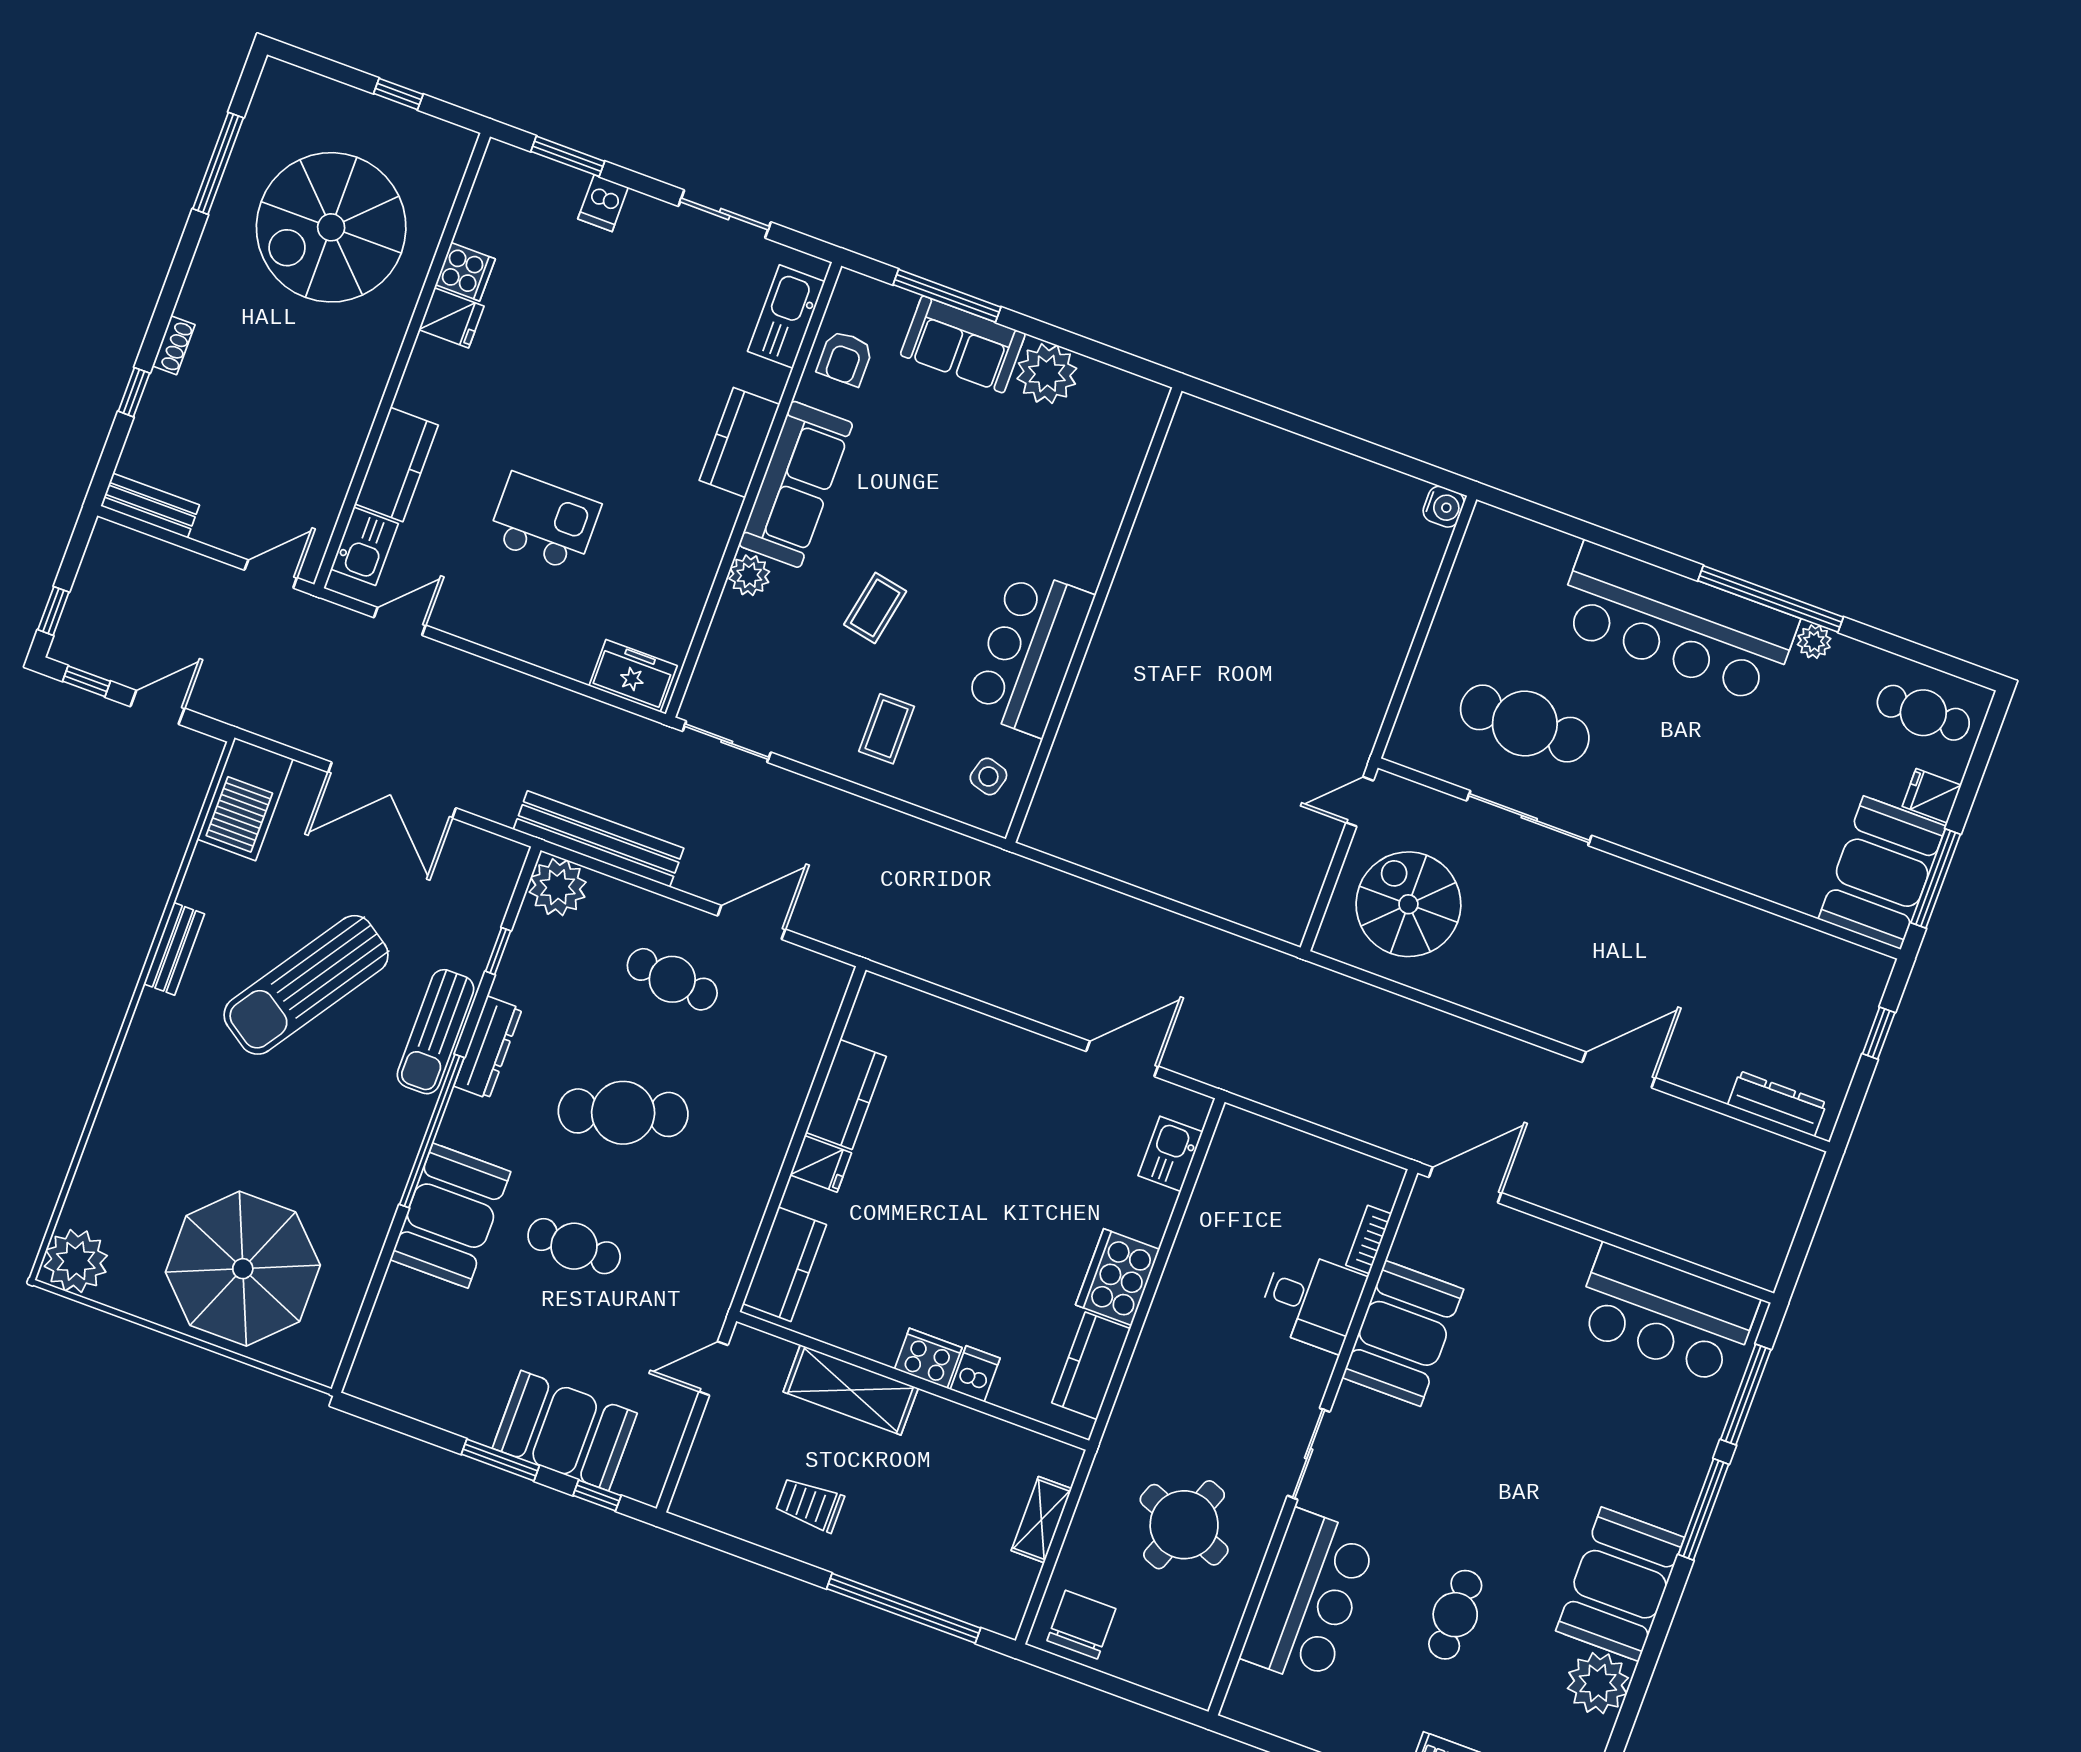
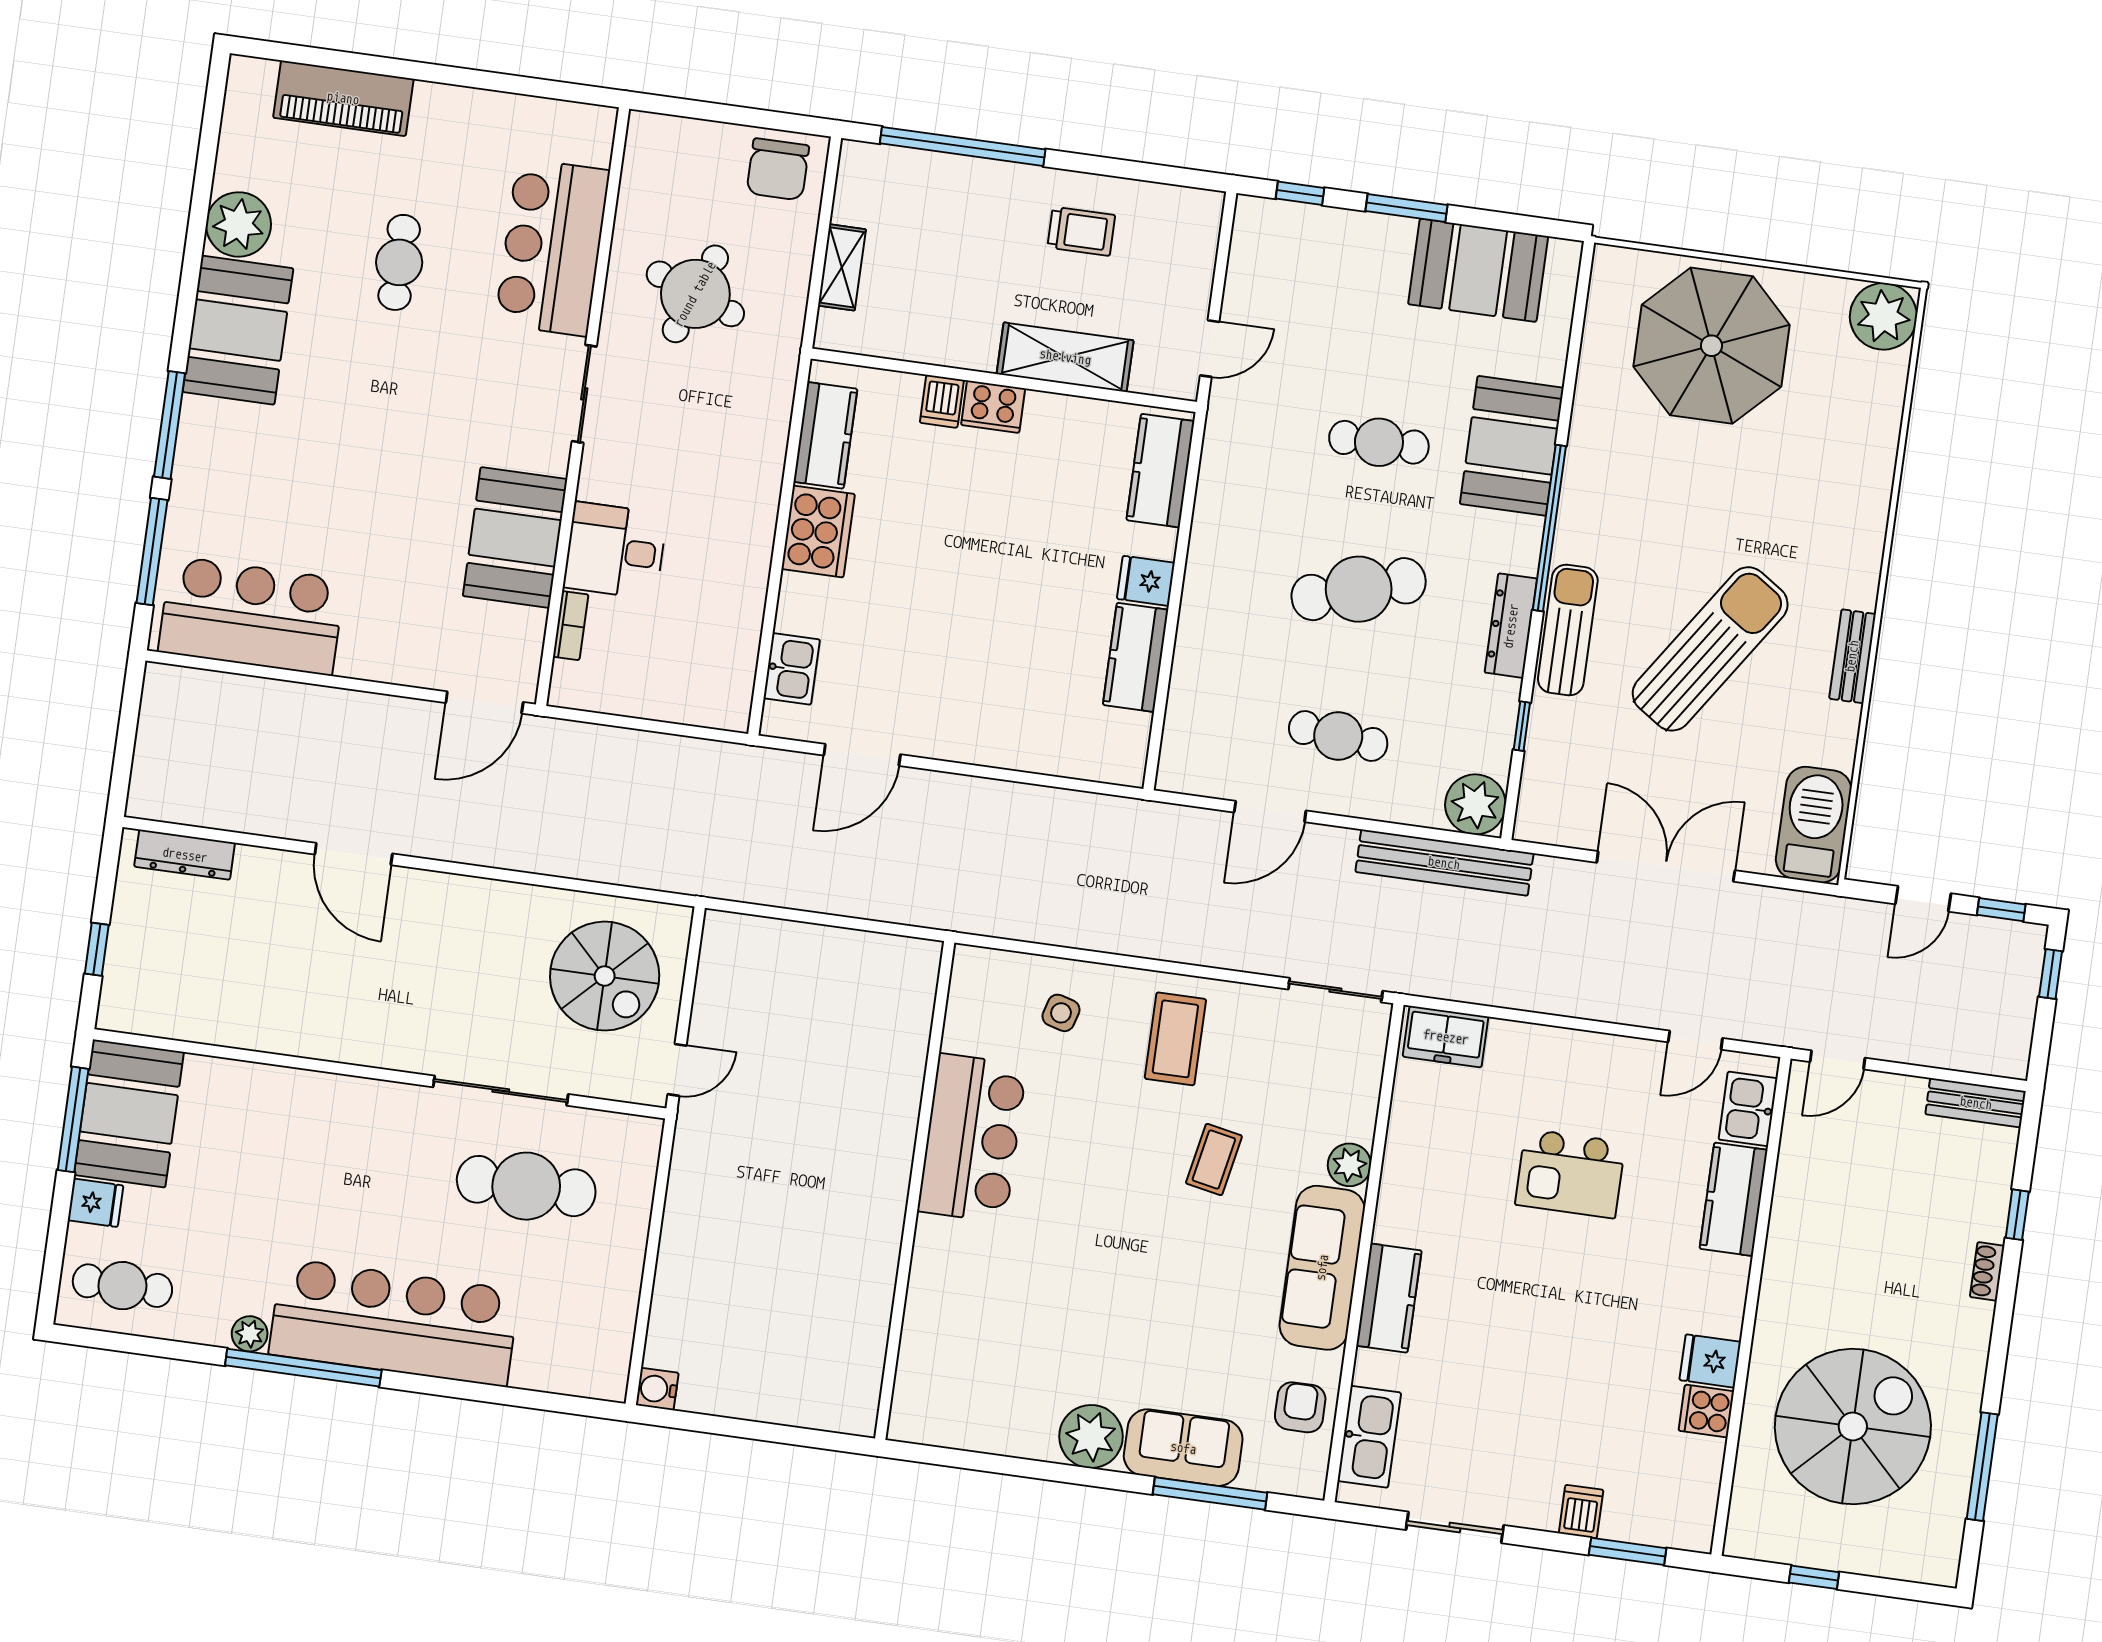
wall: (1094, 615) -> (915, 1190), moved
bar counter: (1029, 652) -> (972, 1138), moved
coffee table: (887, 729) -> (1175, 1039), width x1.36, depth x1.30
door: (1619, 1070) -> (354, 854), hinge flipped
booth: (565, 1431) -> (1478, 270), moved

